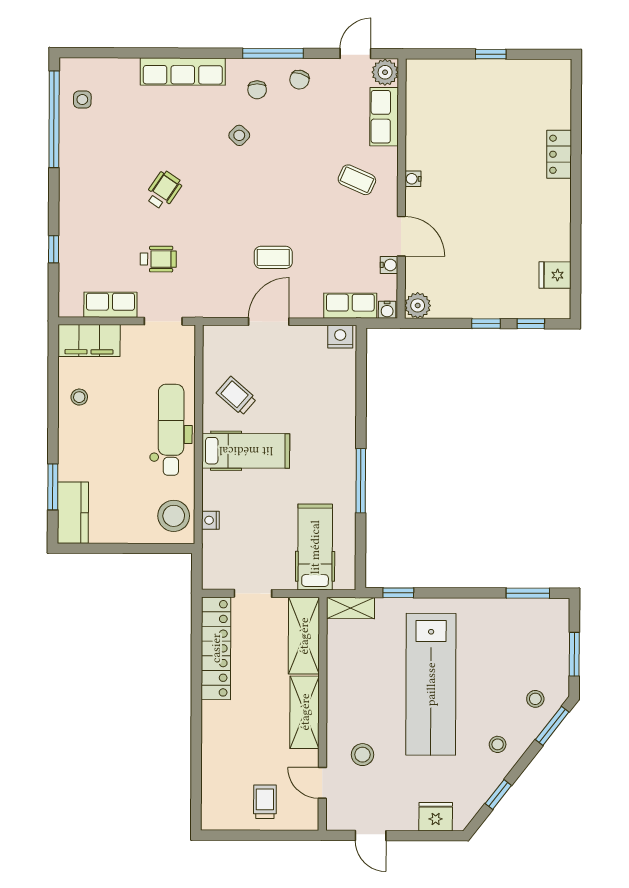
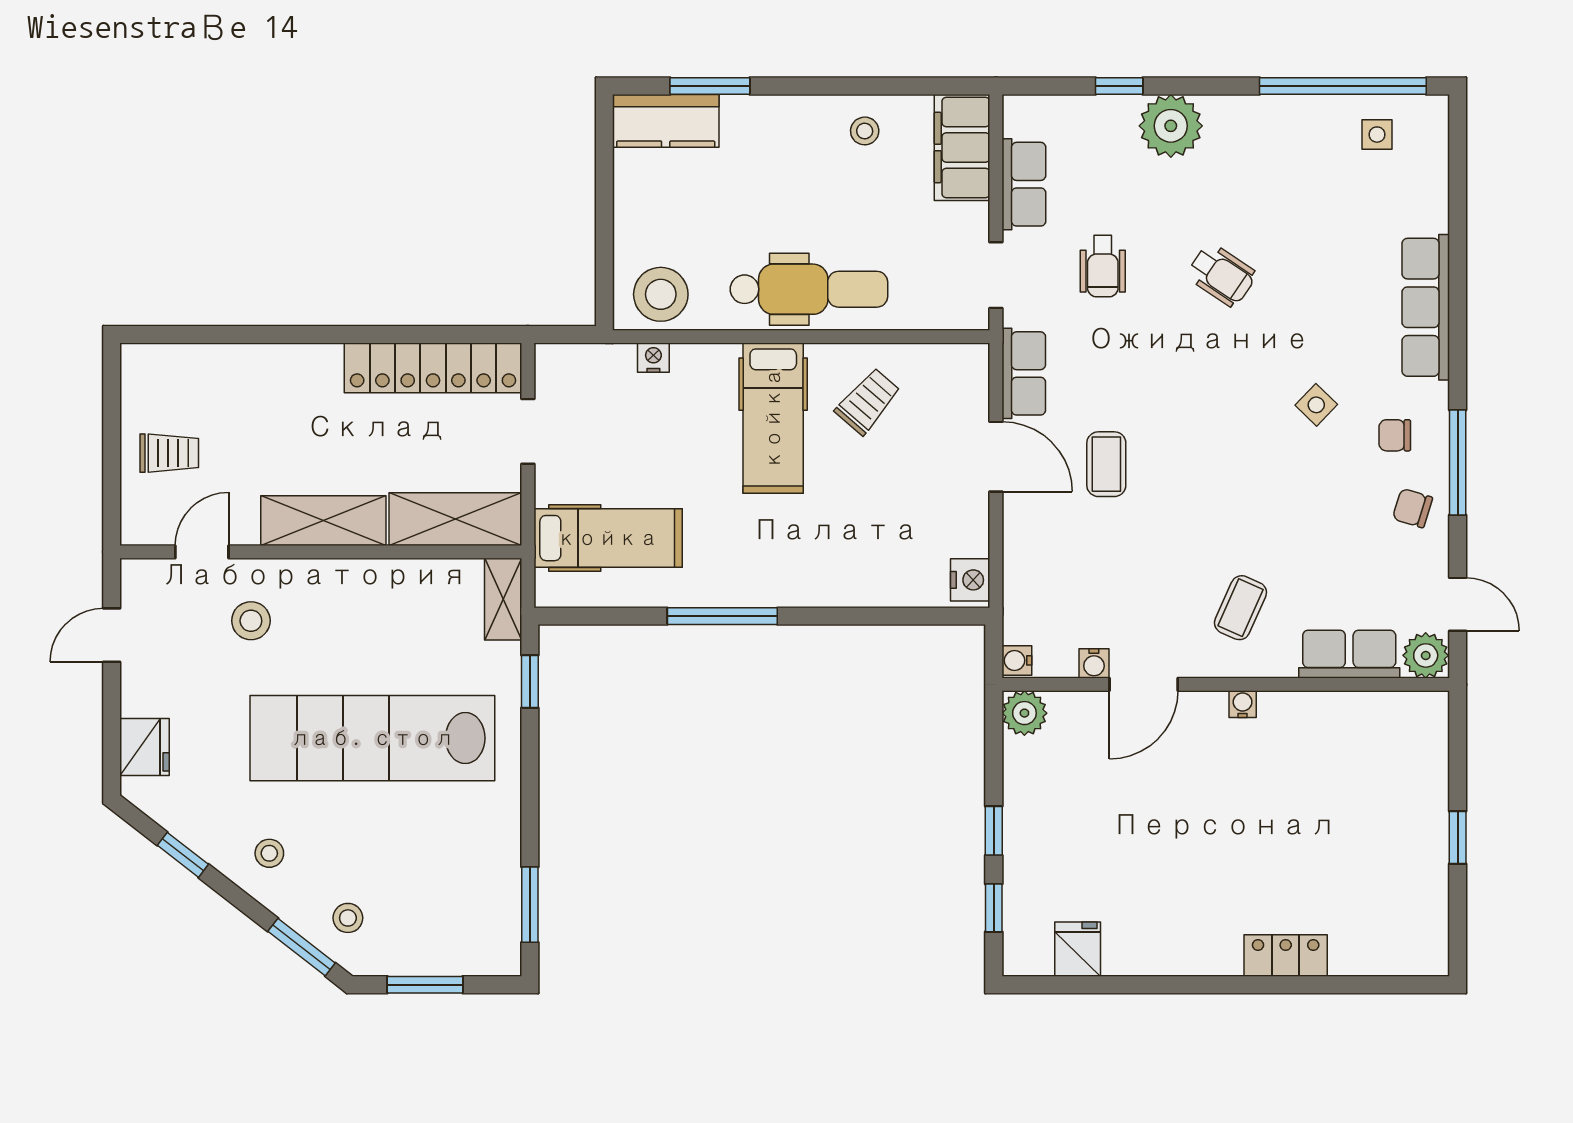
plant: (77, 219) -> (1171, 126), added
row of seats: (350, 306) -> (1024, 373), moved

